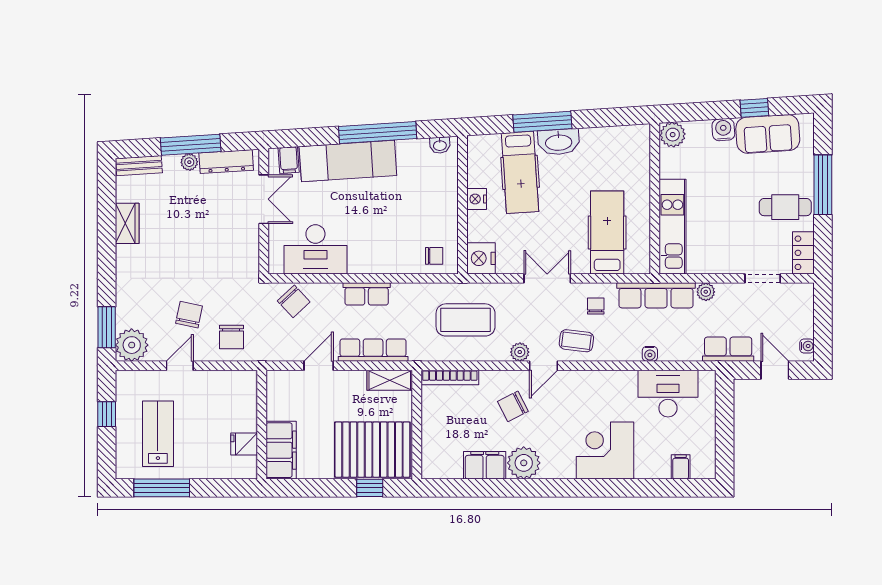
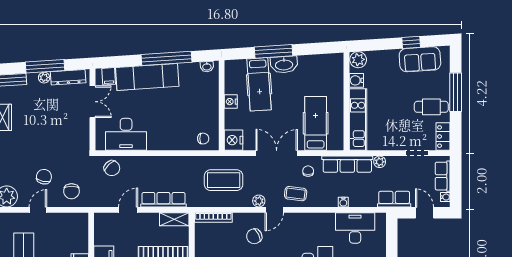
water cooler: (723, 130) -> (356, 80), moved, turned -86
double door: (547, 278) -> (277, 153), width x1.37
row of seats: (367, 294) -> (443, 176), moved, turned 90

